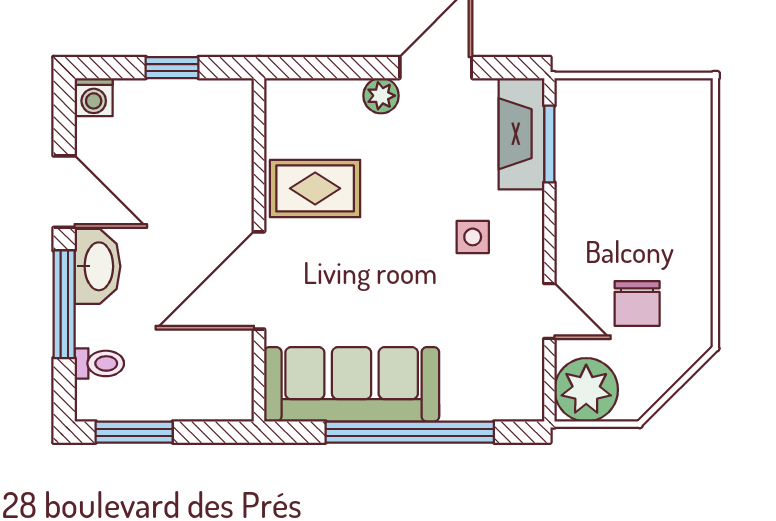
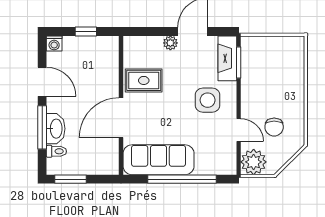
side table: (473, 237) -> (208, 100), width x1.87, depth x1.87
washbasin: (97, 266) -> (56, 129), moved

